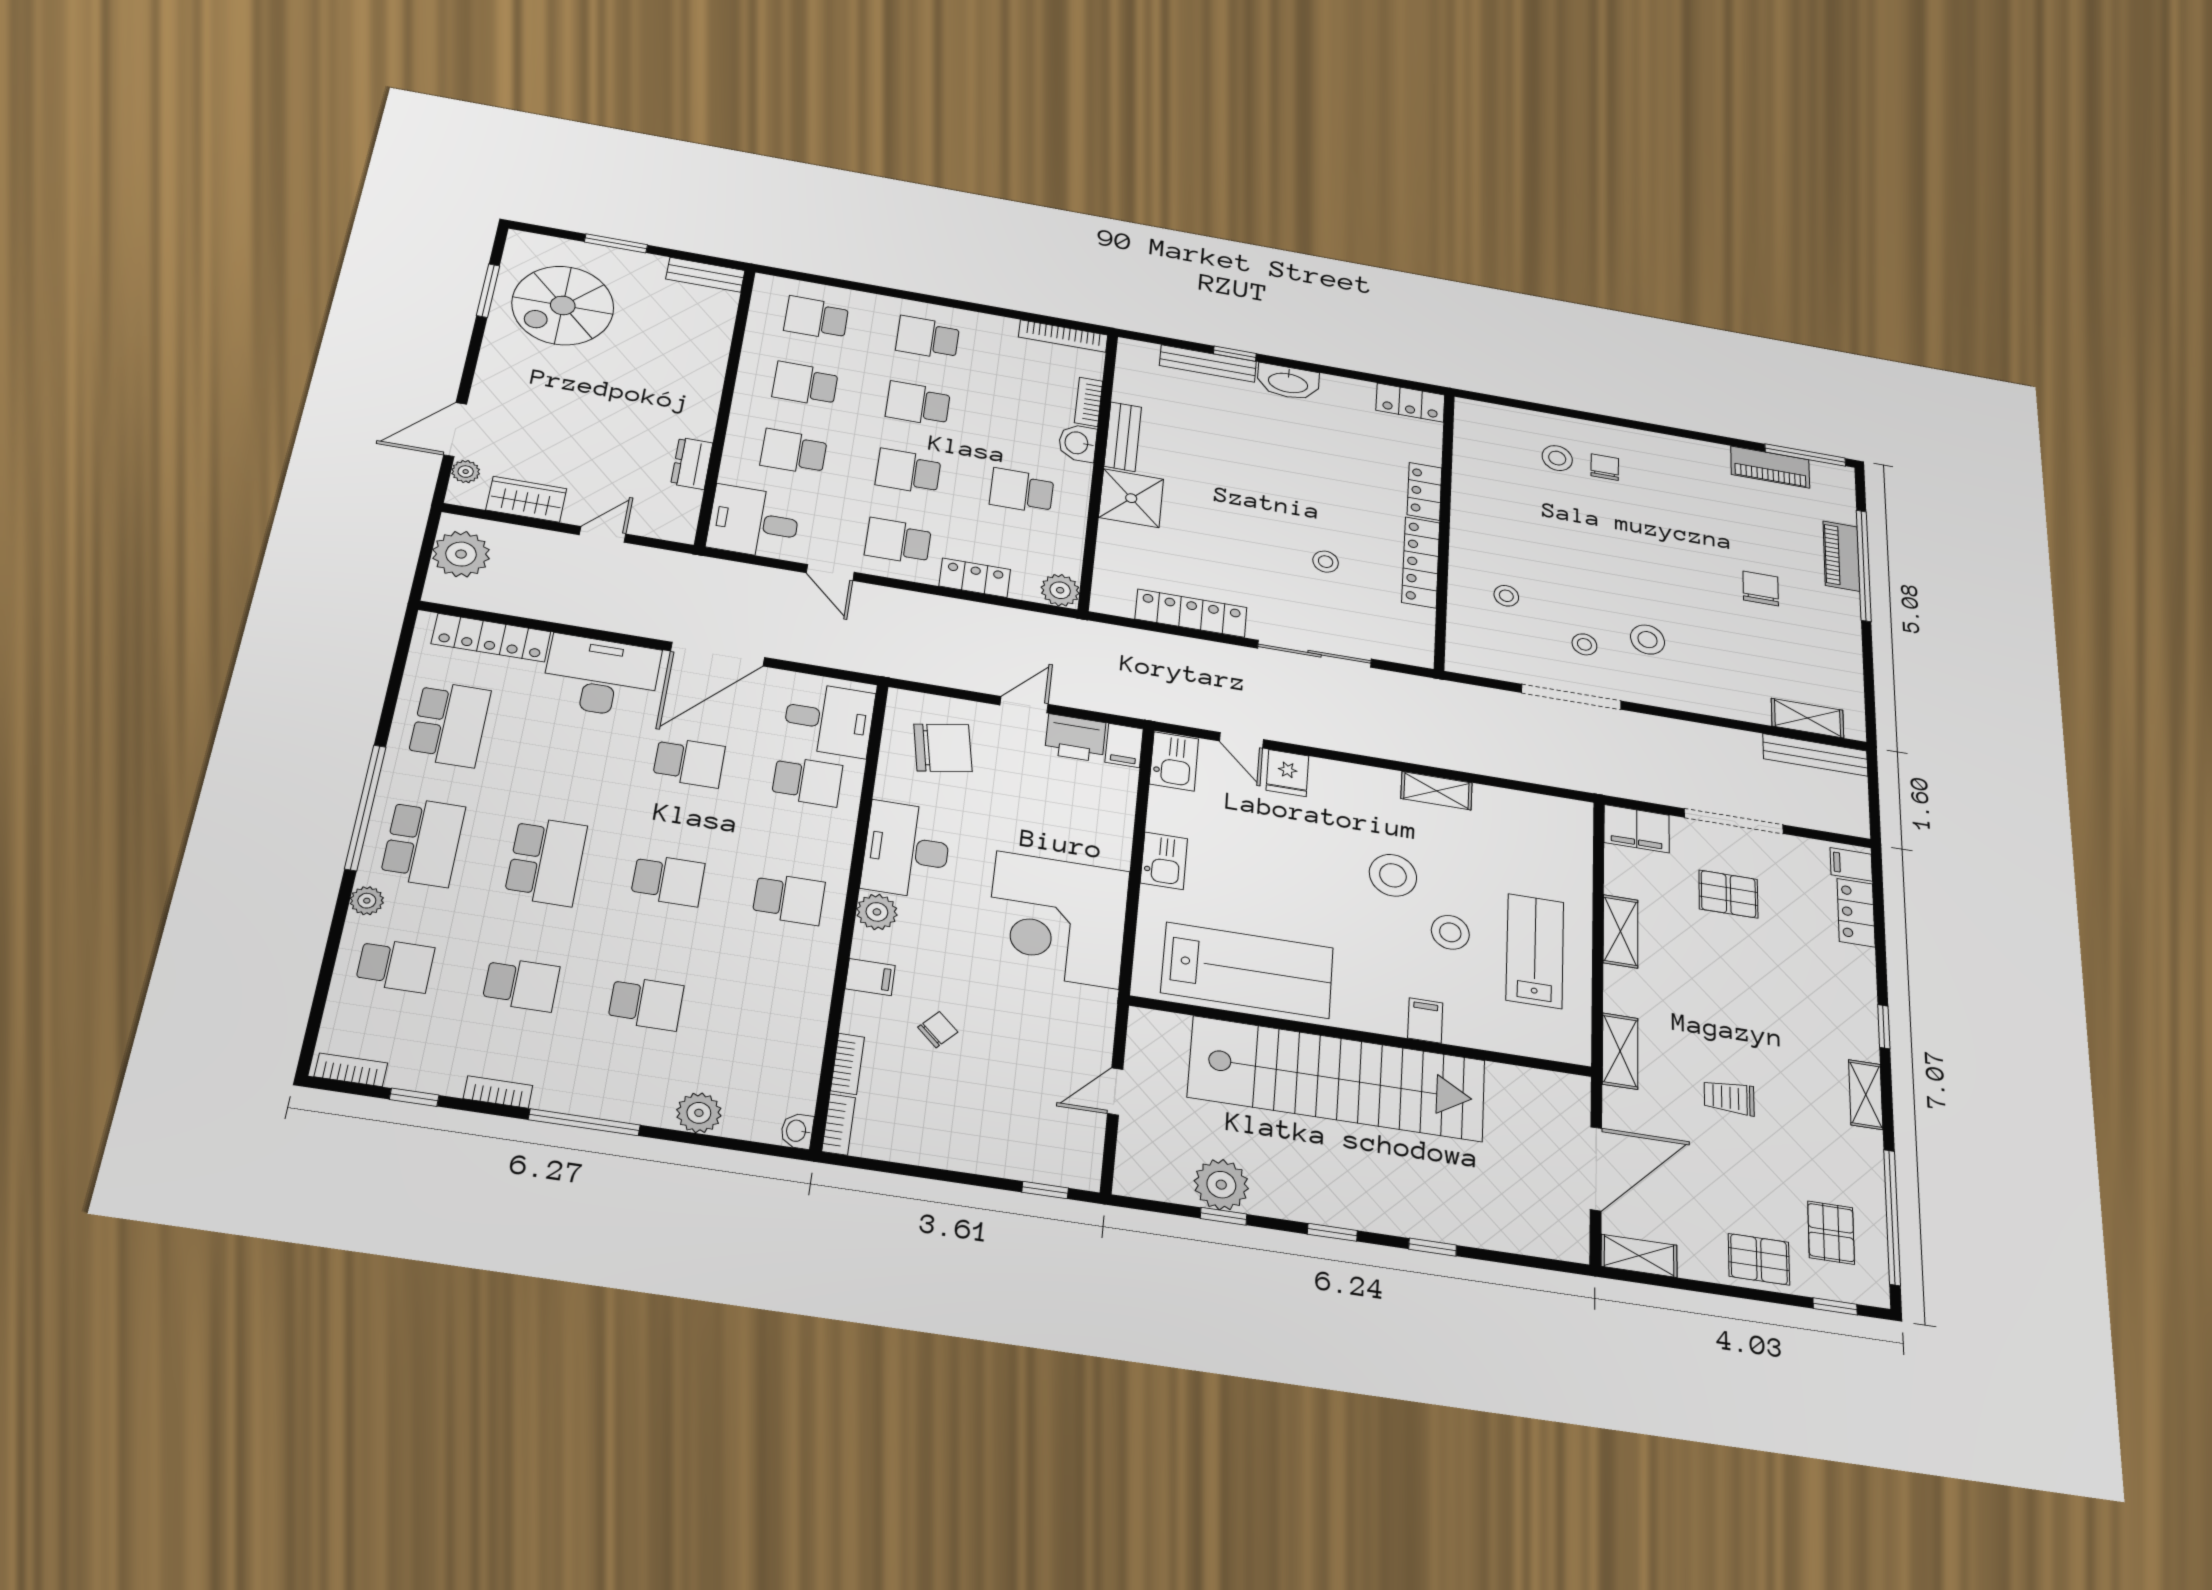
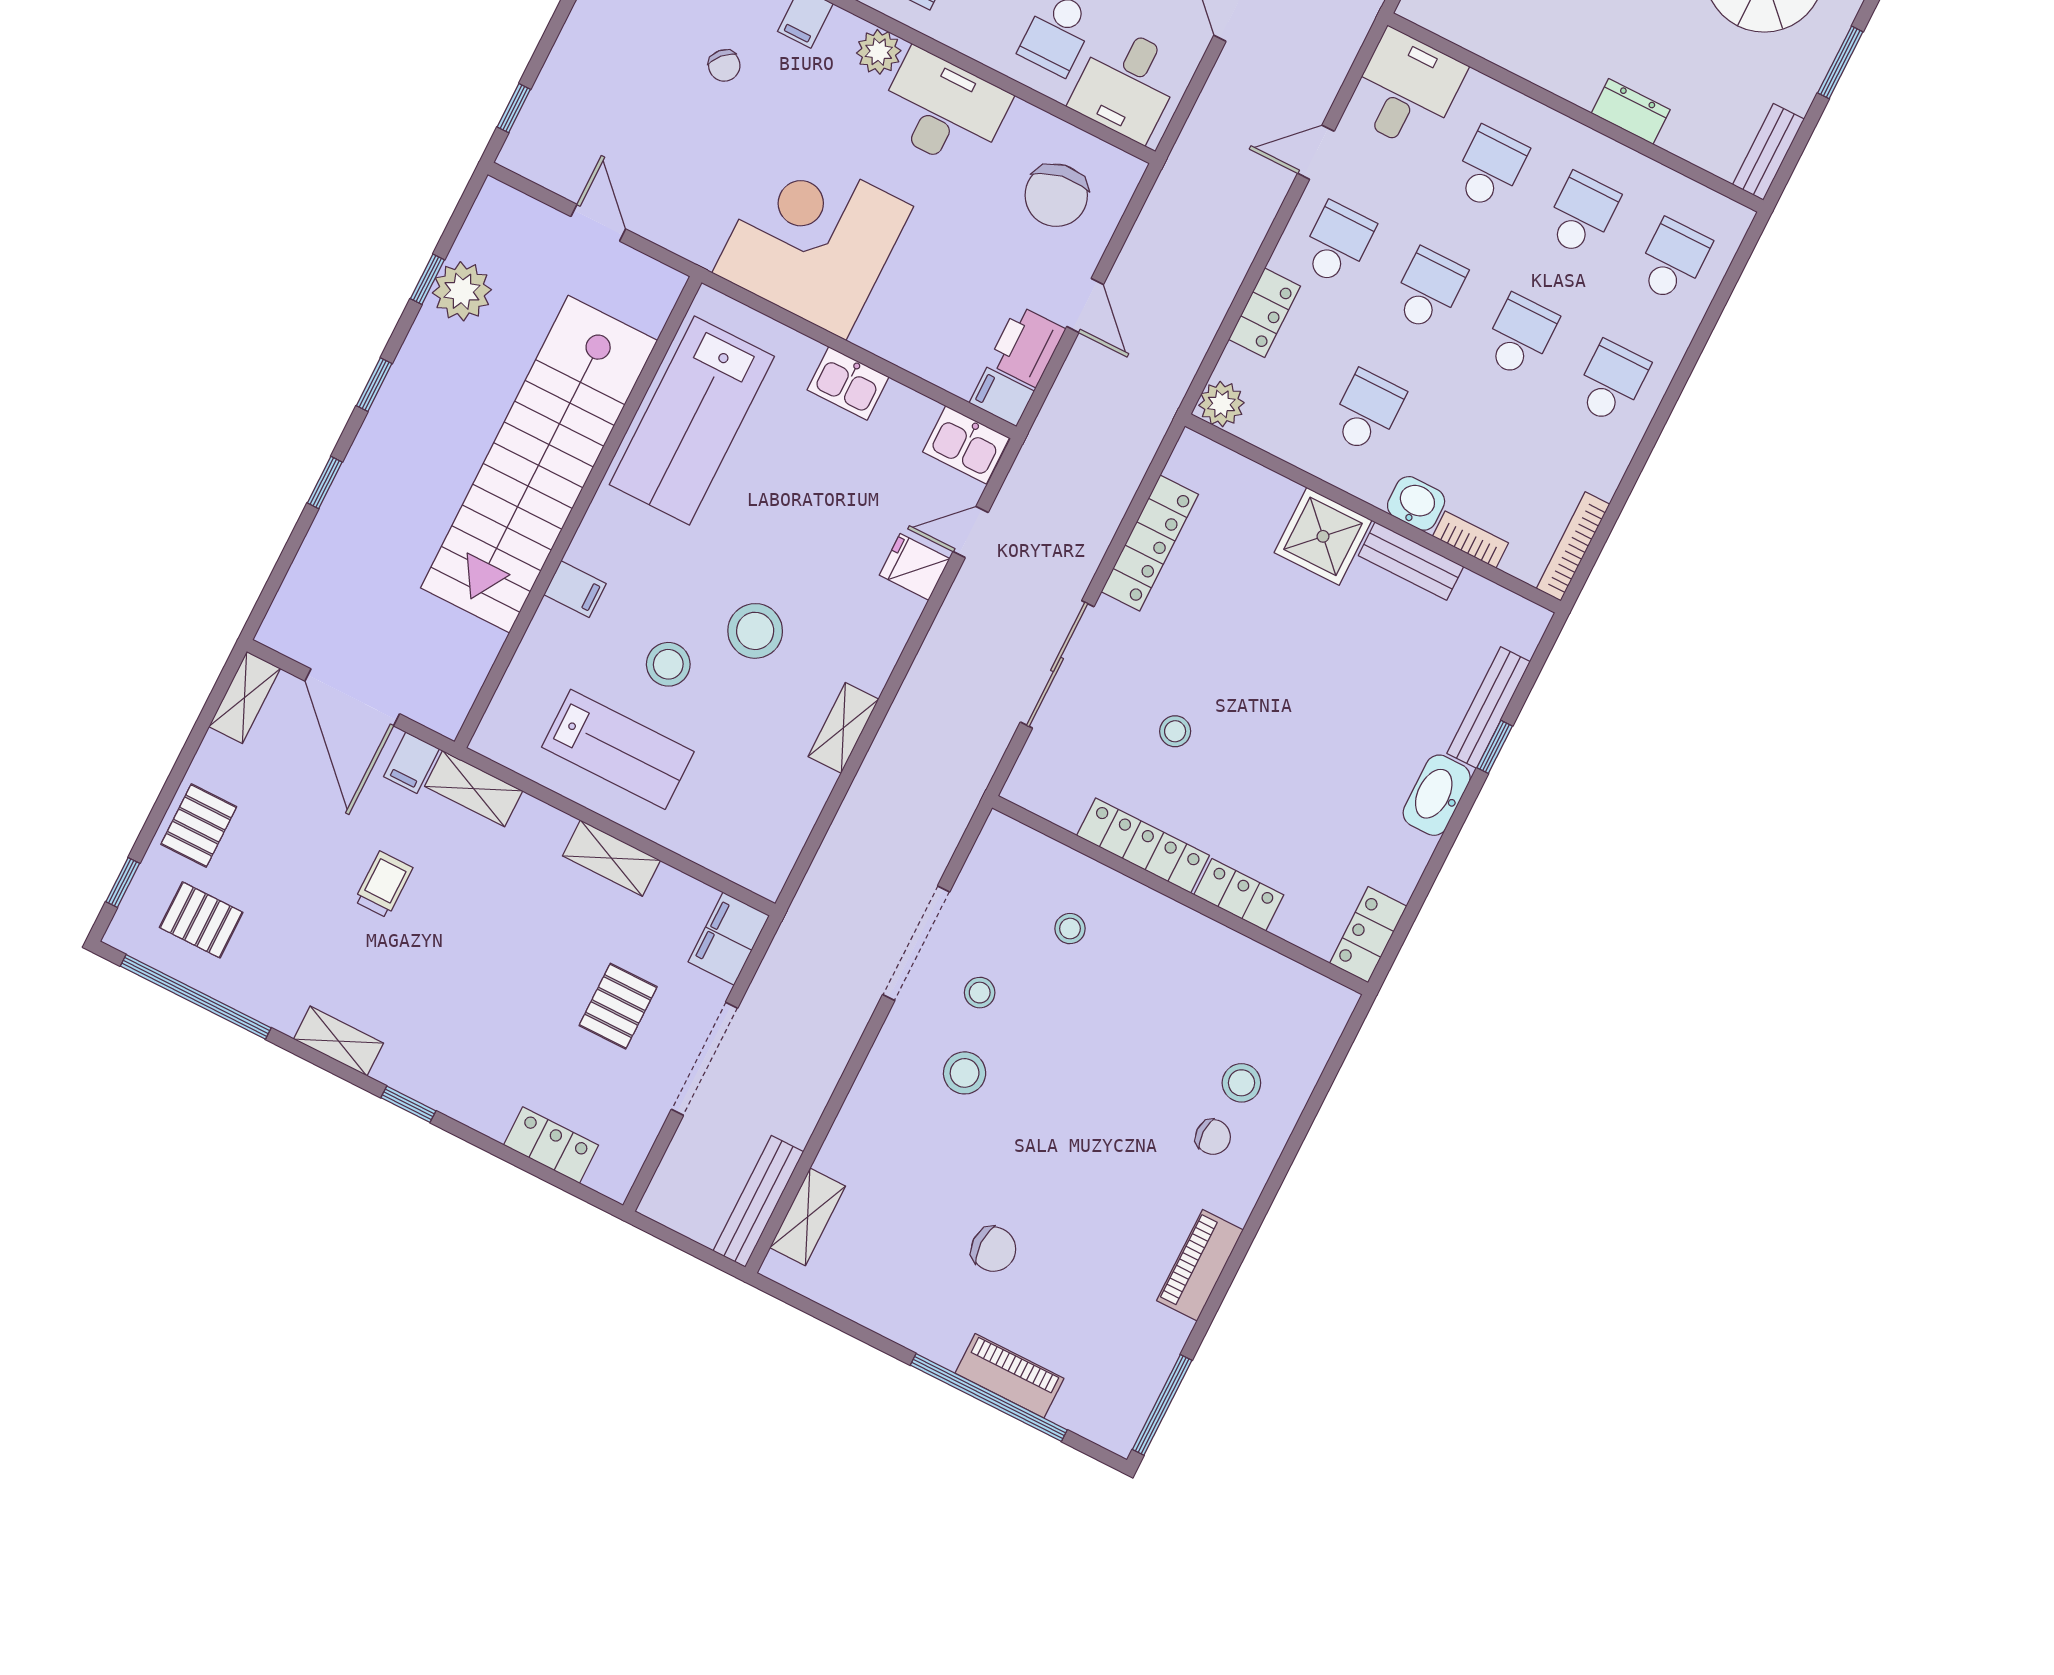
dresser: (692, 463) -> (1631, 111), moved
piano: (1770, 467) -> (1200, 1265), moved
filing cabinet: (1851, 864) -> (411, 763), moved, turned 180

